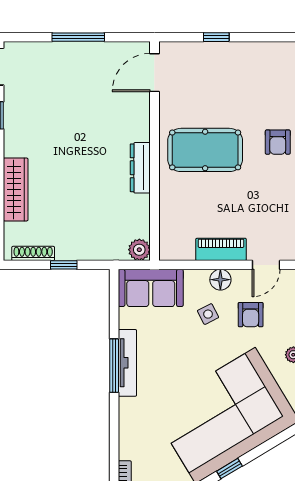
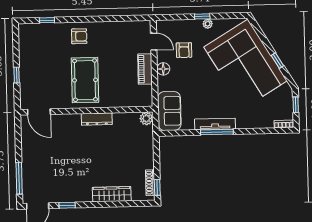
window: (78, 37) -> (19, 178), moved
window: (64, 265) -> (157, 187), moved
side table: (208, 314) -> (184, 76), removed
armchair: (251, 315) -> (184, 50), turned 90

